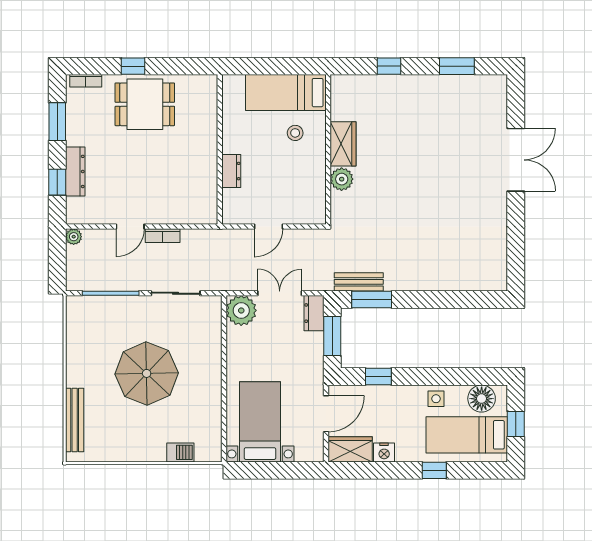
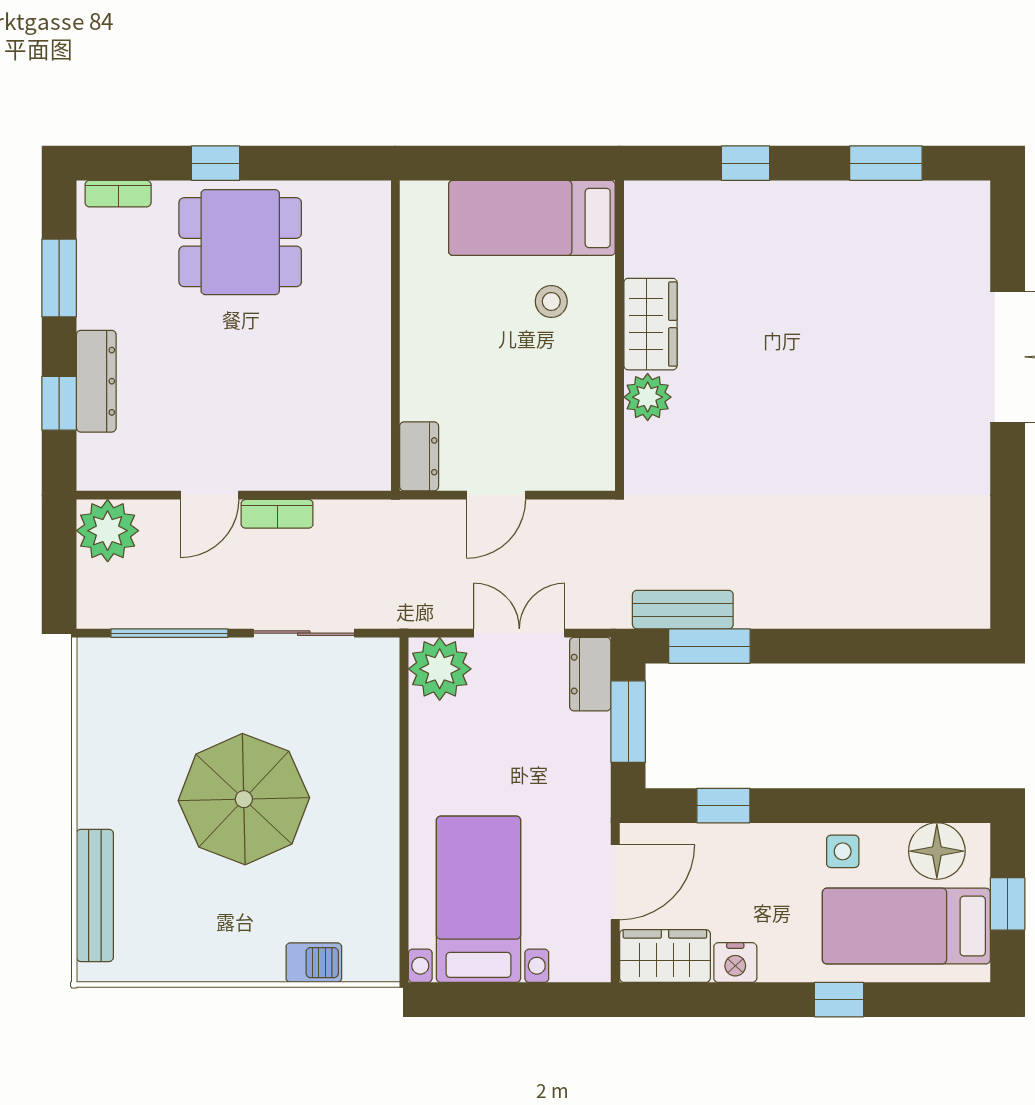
dresser: (231, 171) -> (419, 456), moved
plant: (74, 237) -> (108, 531), width x1.88, depth x1.88

